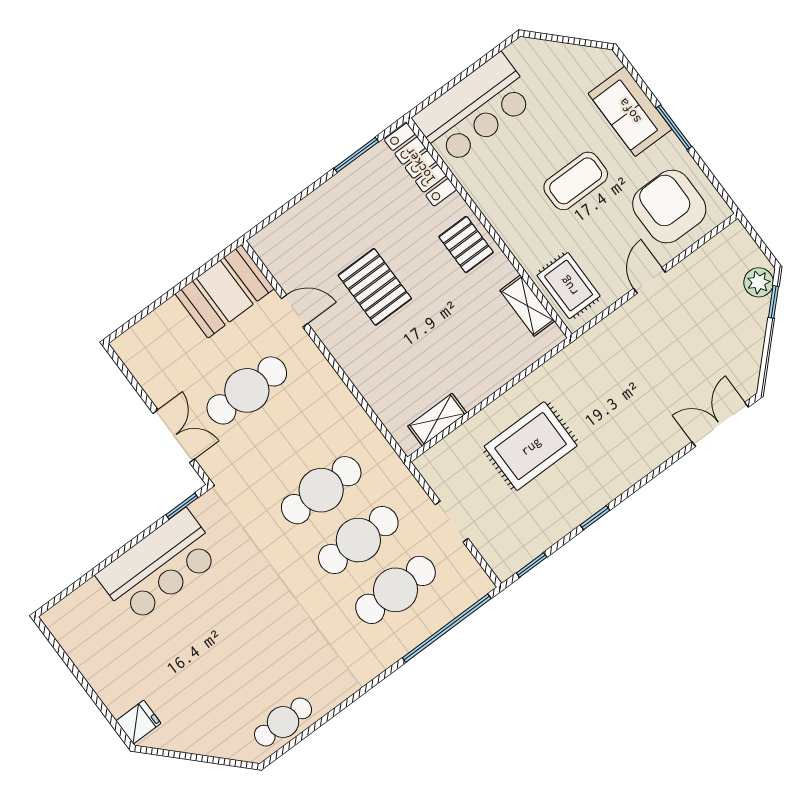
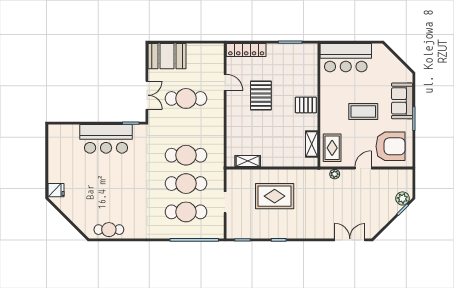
locker: (420, 165) -> (246, 50), moved, turned -90
armchair: (669, 207) -> (391, 146), turned 90
pallet: (466, 245) -> (306, 105), turned 90
booth: (225, 291) -> (167, 56), moved
plant: (607, 329) -> (335, 174), added

